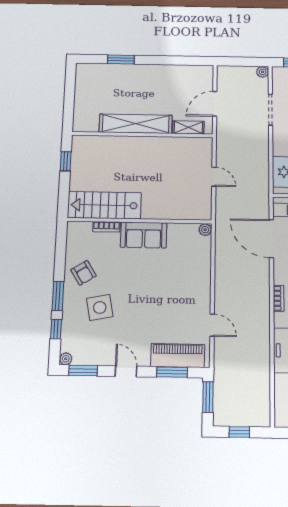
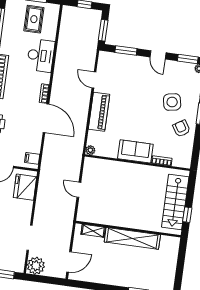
plant: (263, 72) -> (36, 266), width x1.87, depth x1.87
door: (215, 104) -> (69, 262), moved
stairs: (104, 205) -> (175, 202), moved, turned 90
door: (271, 239) -> (46, 118), moved
piano: (178, 355) -> (99, 112), moved, turned -90

